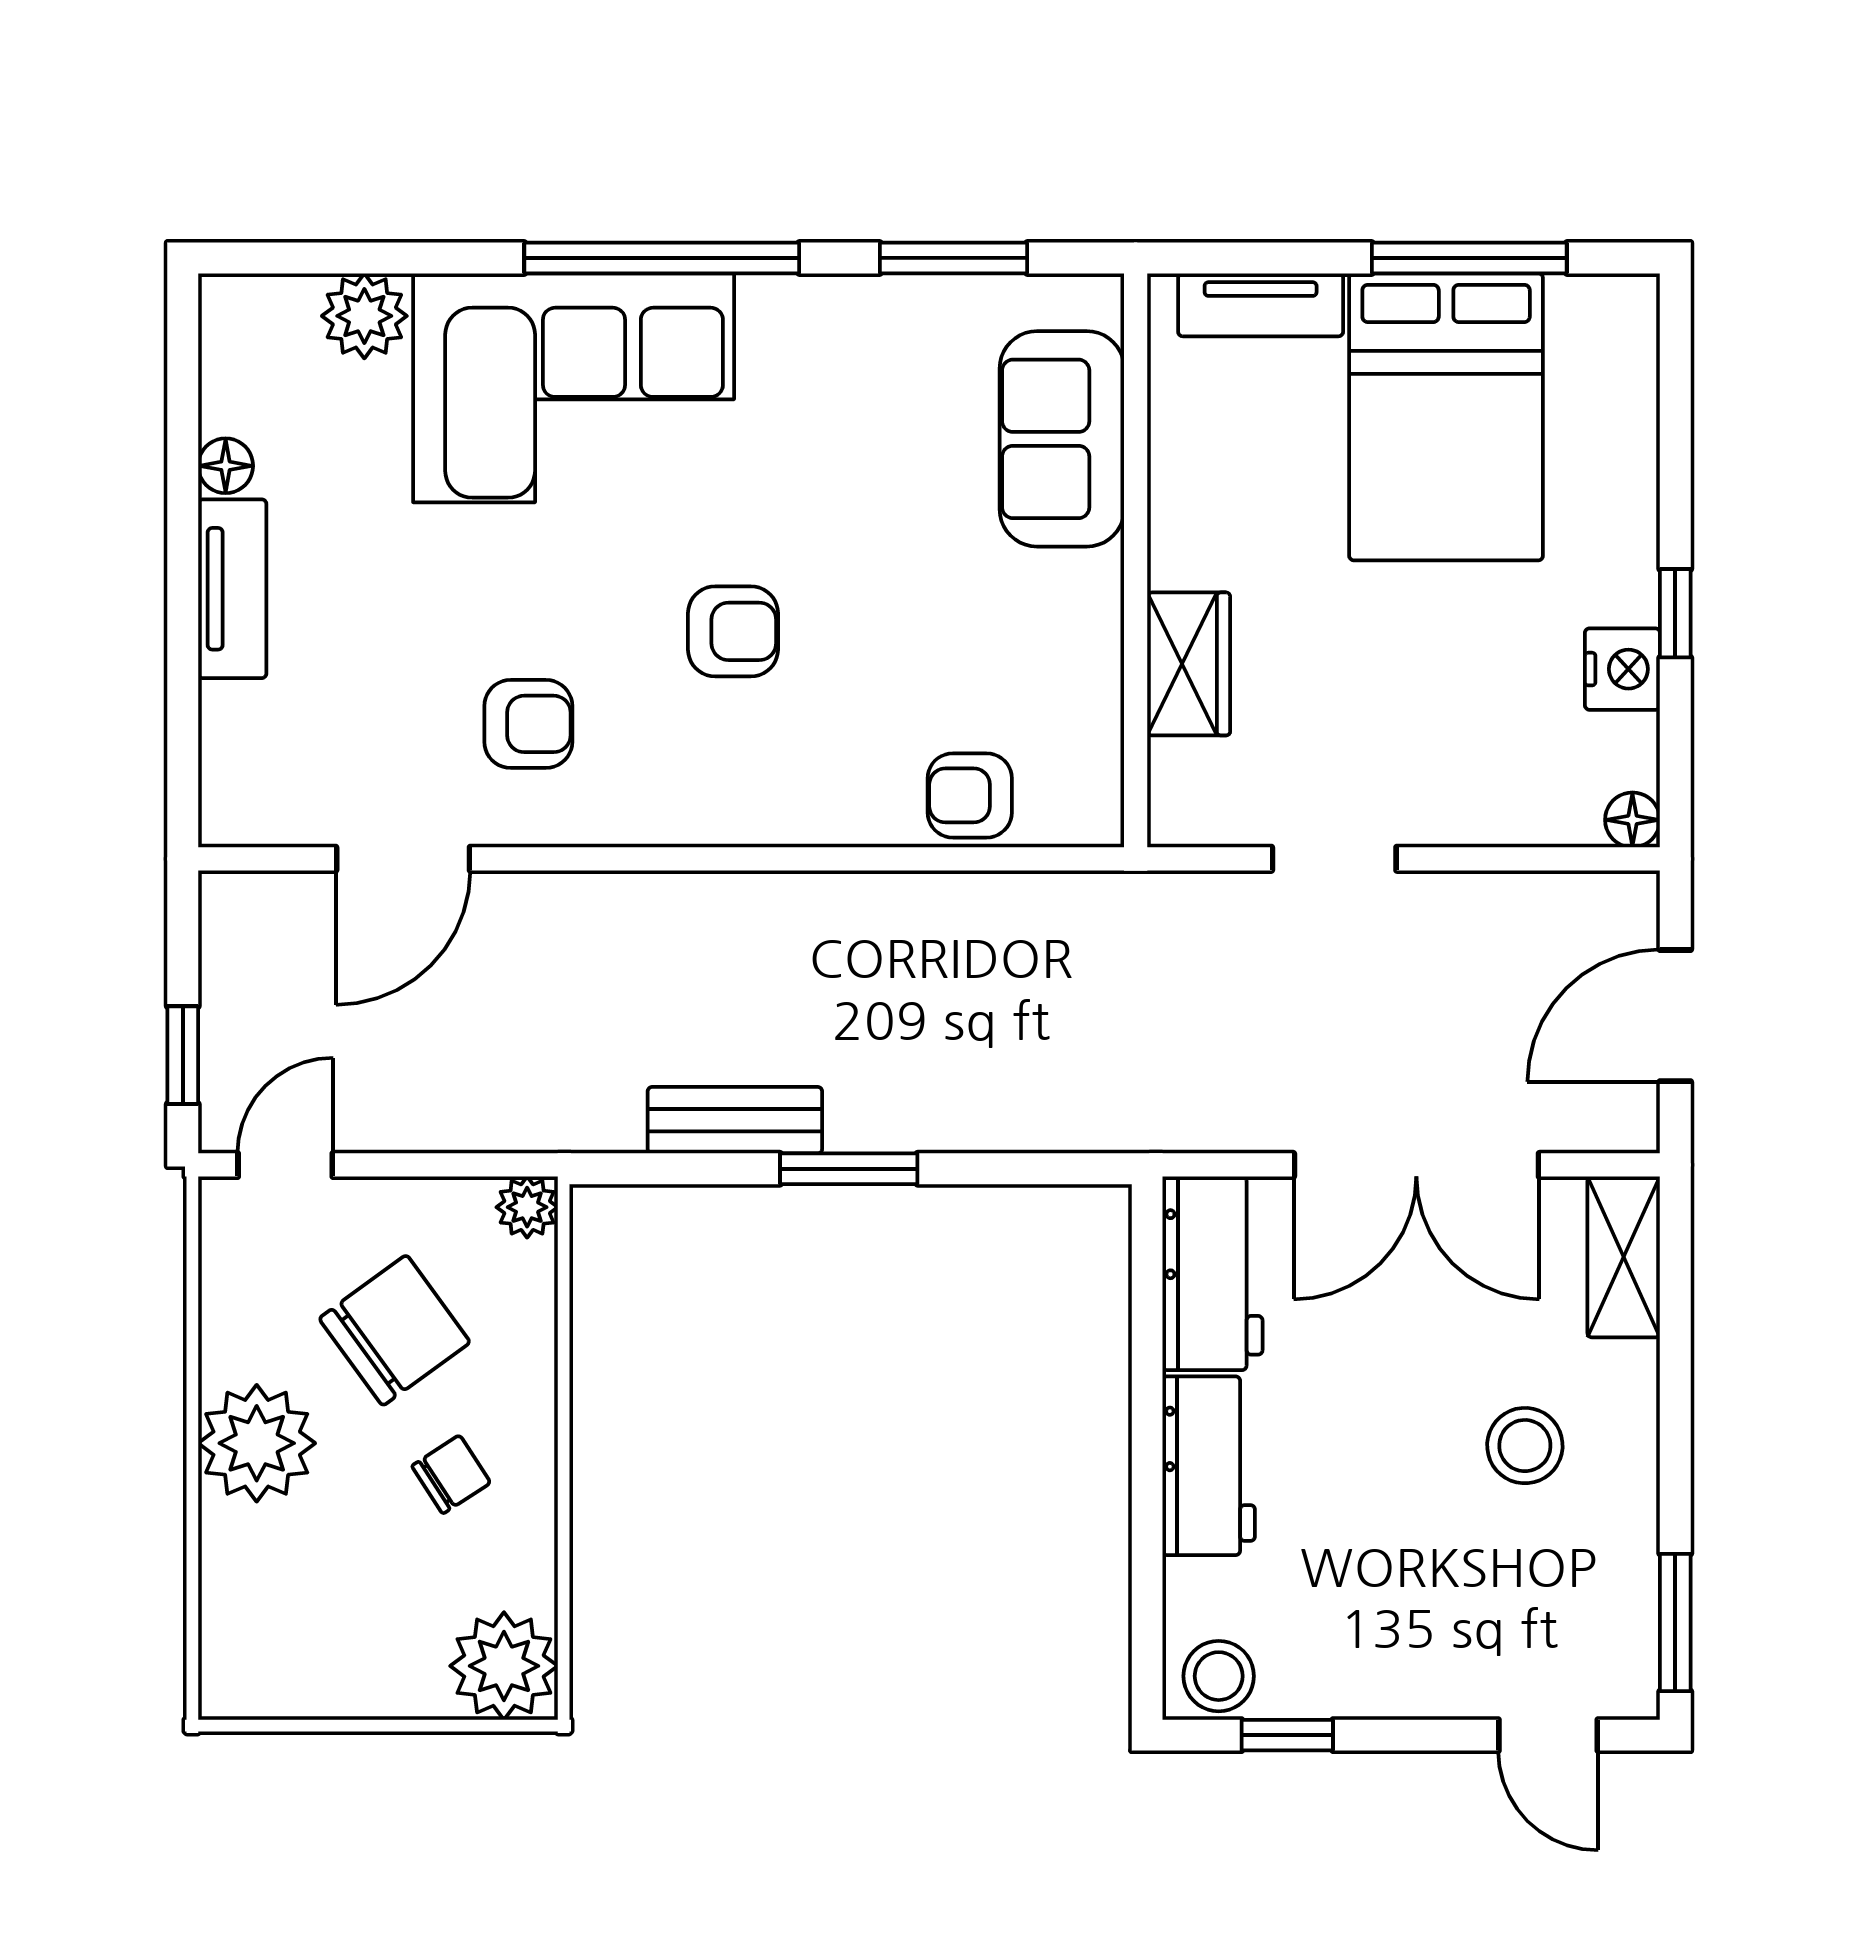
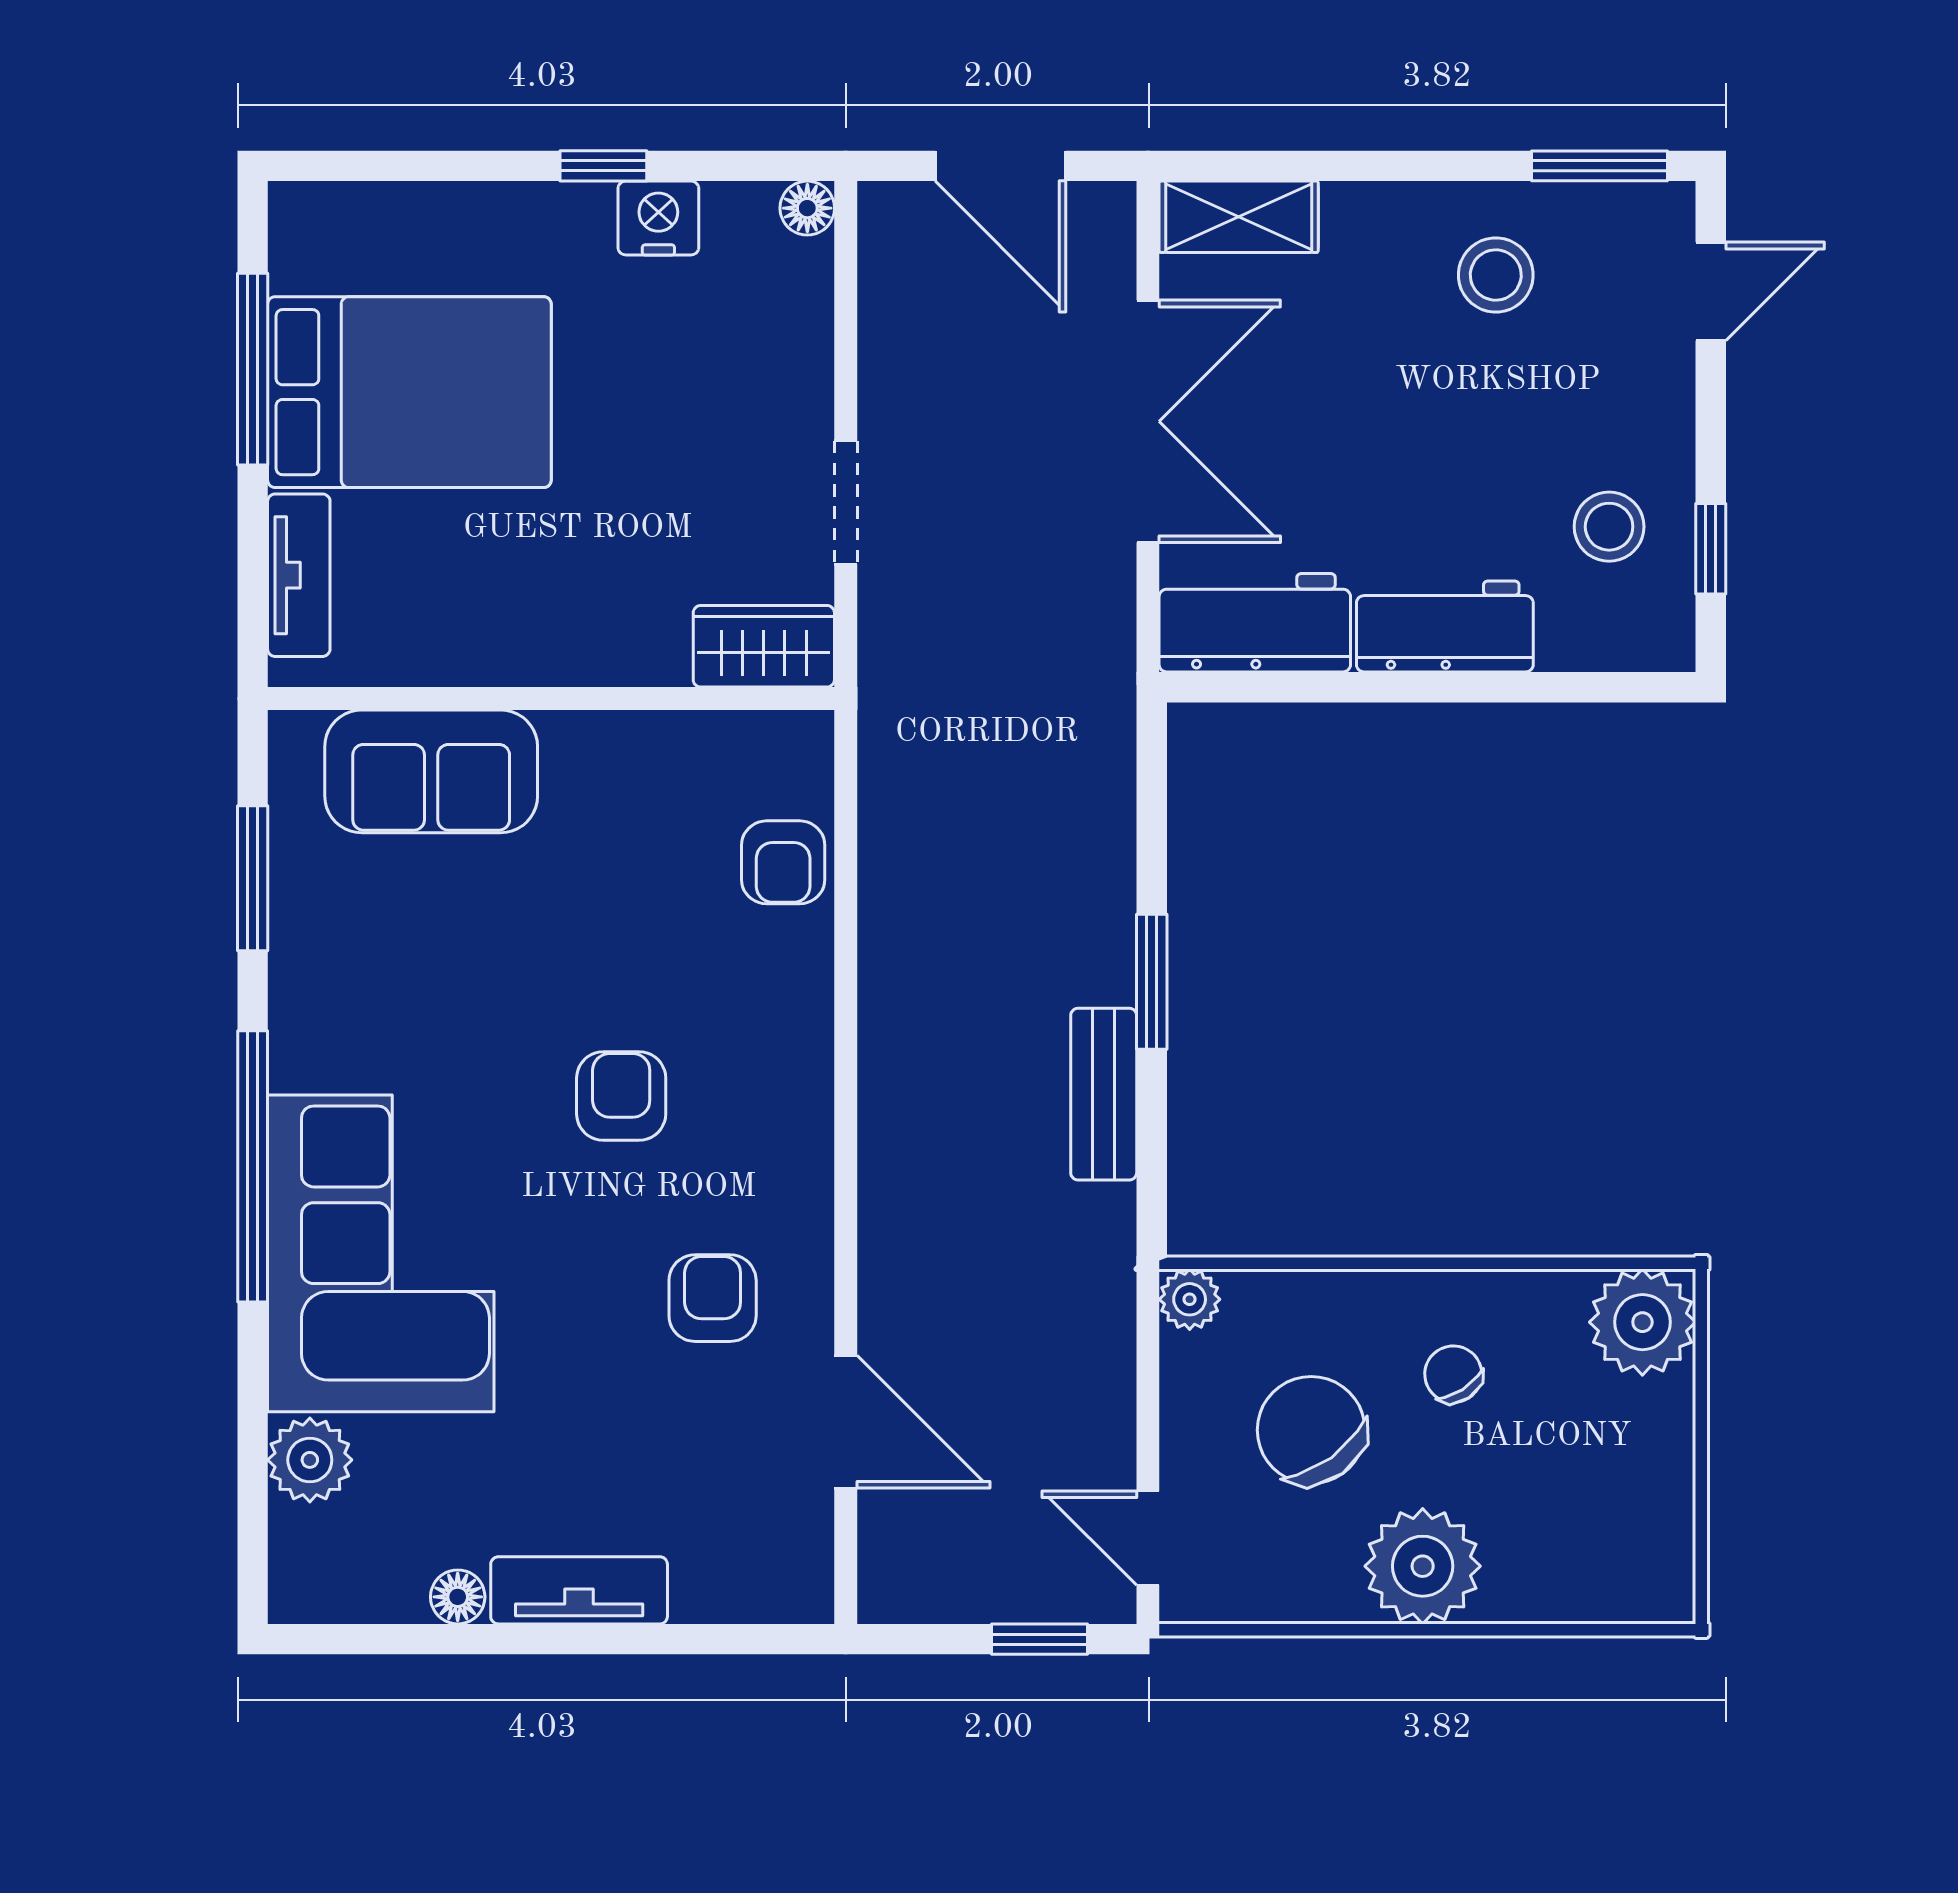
wardrobe: (1189, 664) -> (764, 646), moved
stool: (1525, 1446) -> (1496, 275), moved
stool: (1219, 1676) -> (1609, 527), moved

